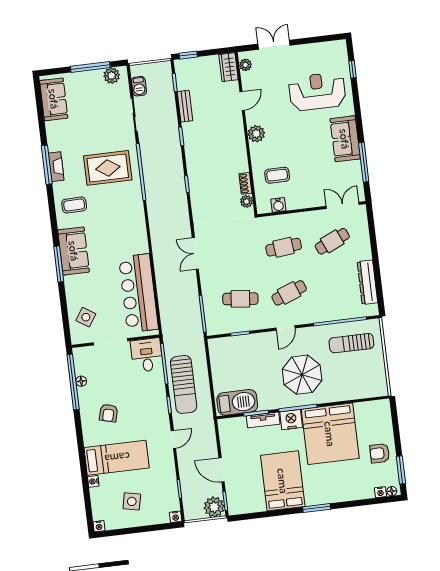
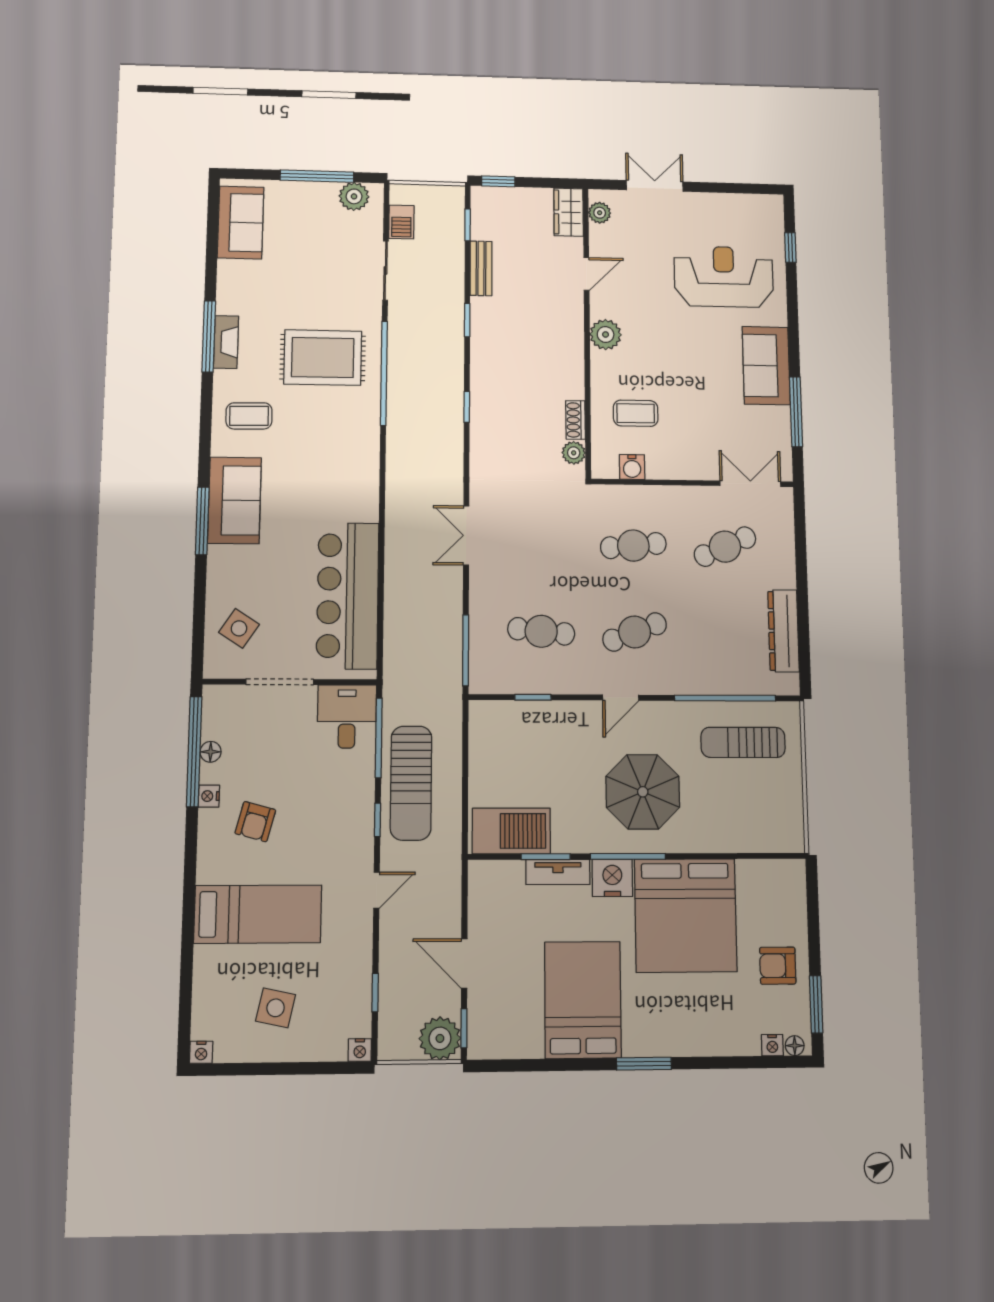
nightstand: (93, 481) -> (209, 796), moved

